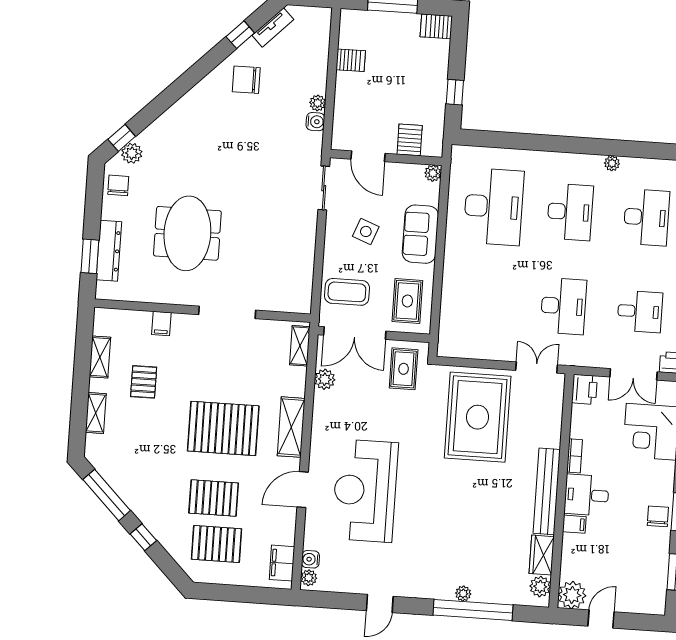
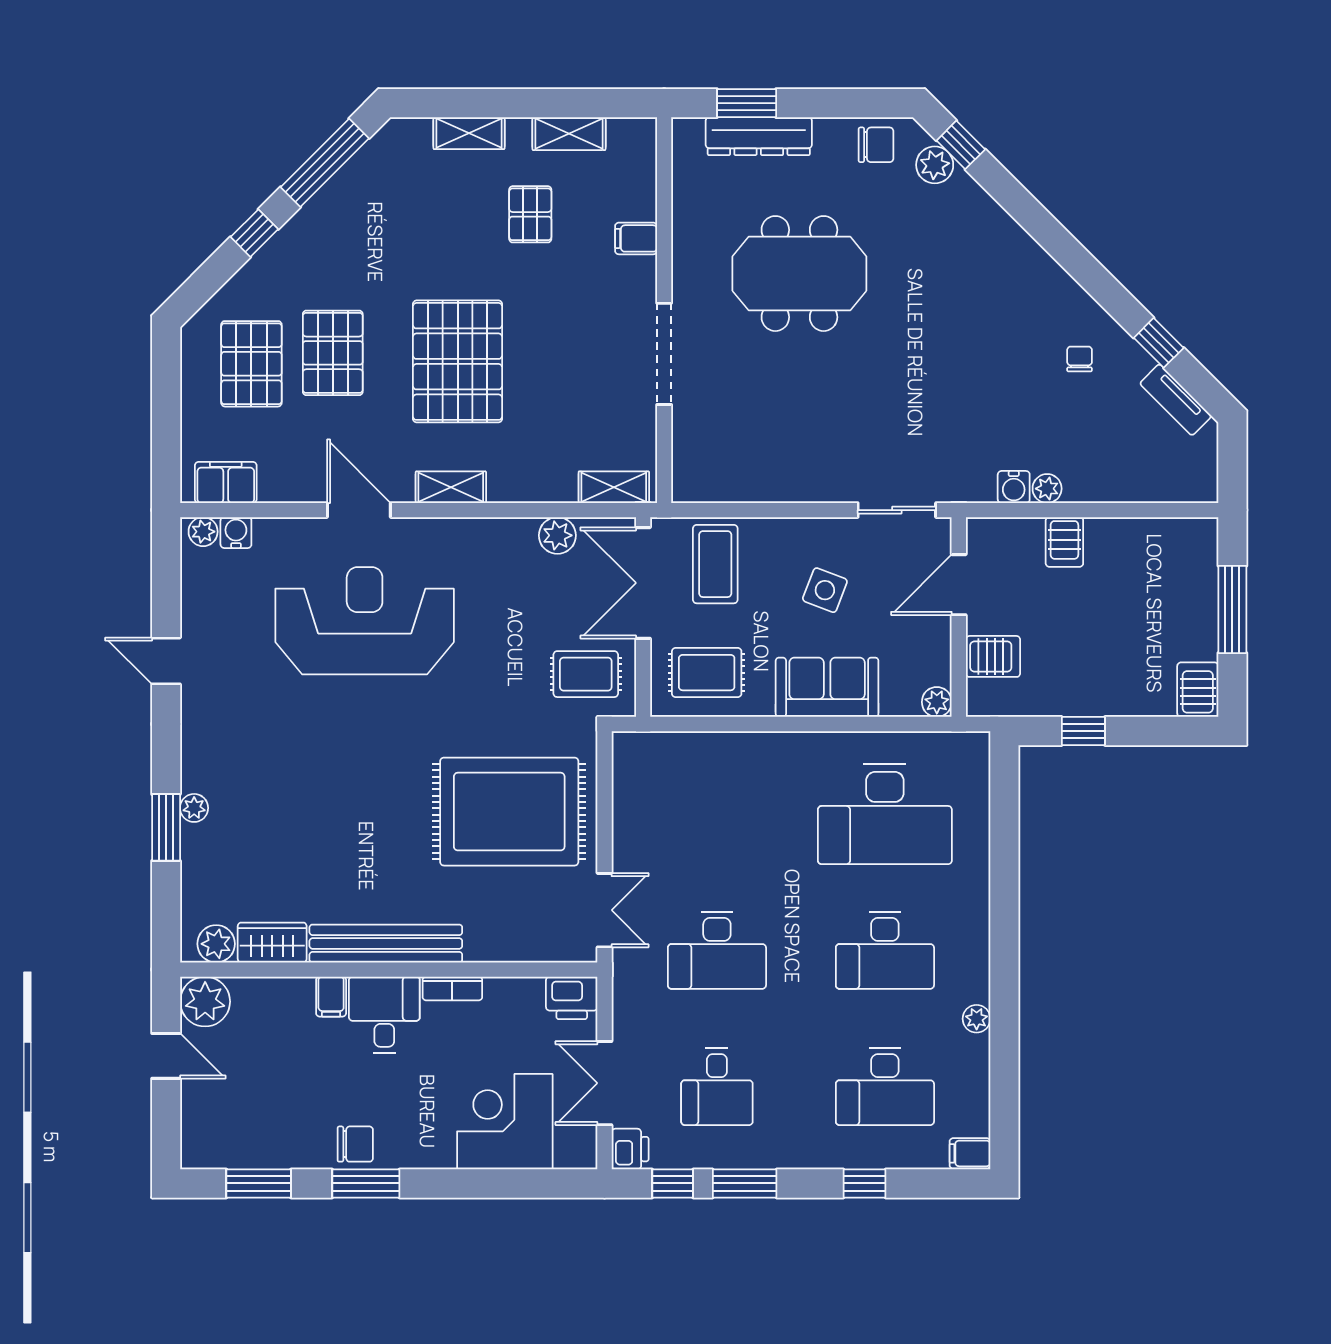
server rack: (351, 60) -> (1064, 542), moved
chair: (246, 80) -> (1080, 359), width x0.54, depth x0.54
pallet: (144, 382) -> (530, 214), turned 90
shelving: (291, 427) -> (451, 487), width x0.67, depth x0.75
window: (473, 610) -> (166, 827), width x0.47

